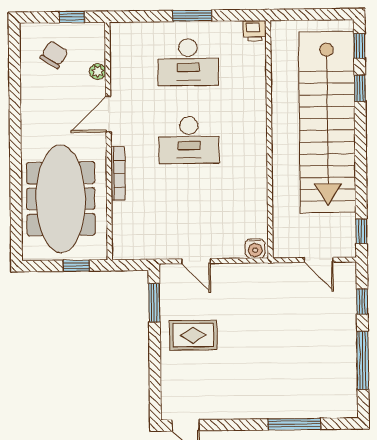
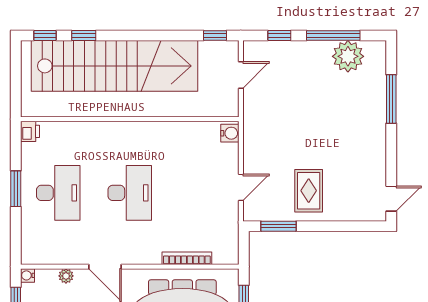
water cooler: (98, 30) -> (28, 275), added
bookcase: (118, 173) -> (187, 258), moved
plant: (340, 377) -> (348, 56), added

